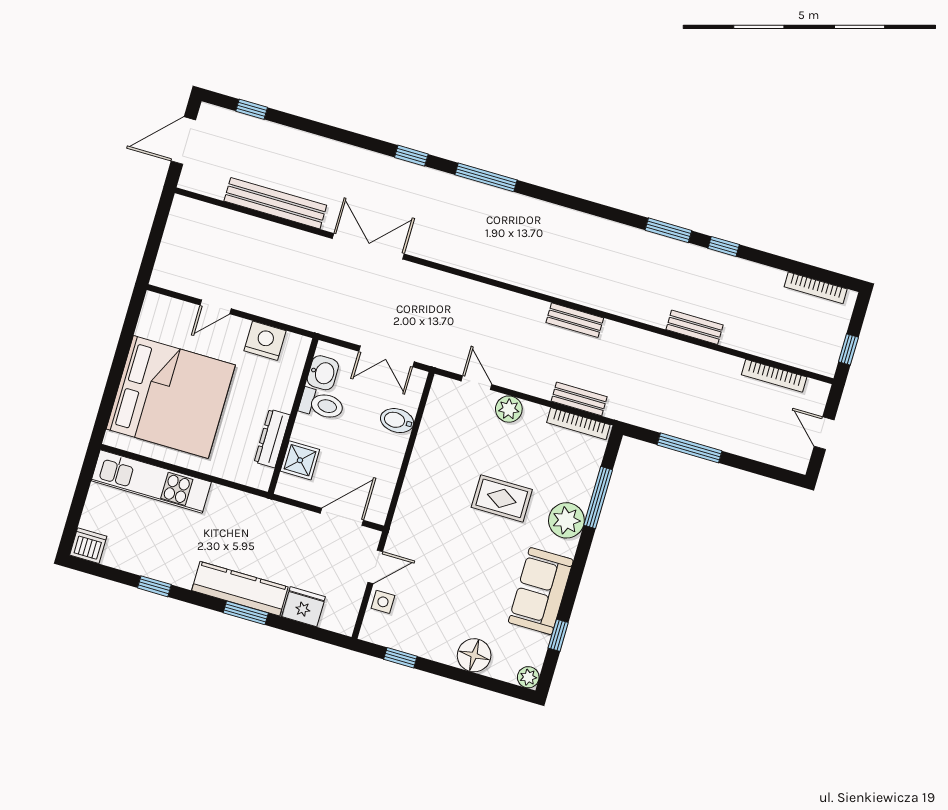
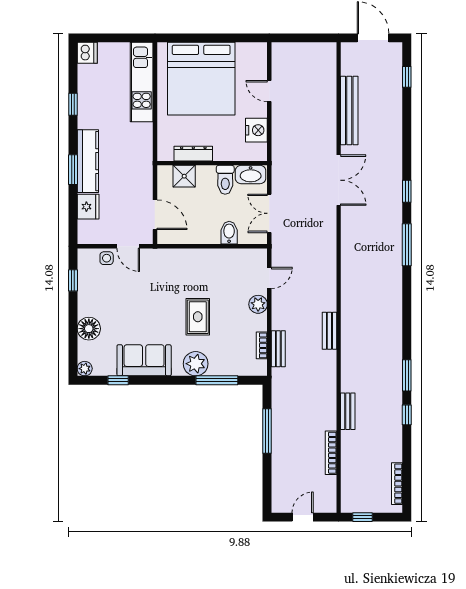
washbasin: (323, 373) -> (251, 175), width x1.38
bookcase: (774, 376) -> (331, 453), moved
bookcase: (578, 424) -> (262, 345), width x0.64

